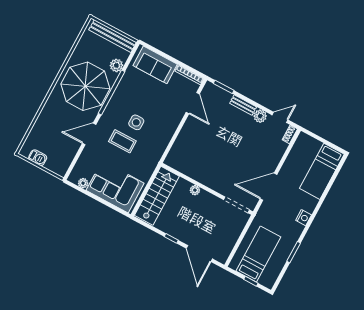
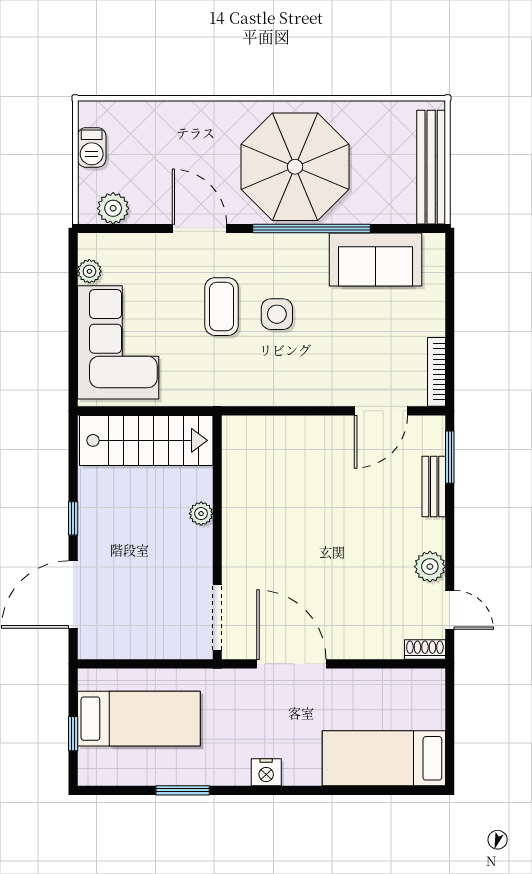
plant: (116, 65) -> (113, 208), moved
sofa: (155, 65) -> (376, 260), moved, turned -90
bench: (243, 105) -> (434, 486), moved

